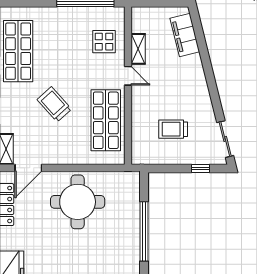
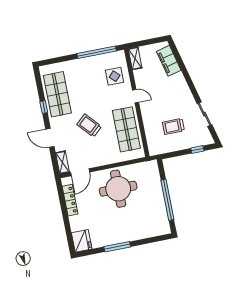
shelving: (138, 49) -> (135, 58), moved
sliding door: (225, 139) -> (205, 114), moved

